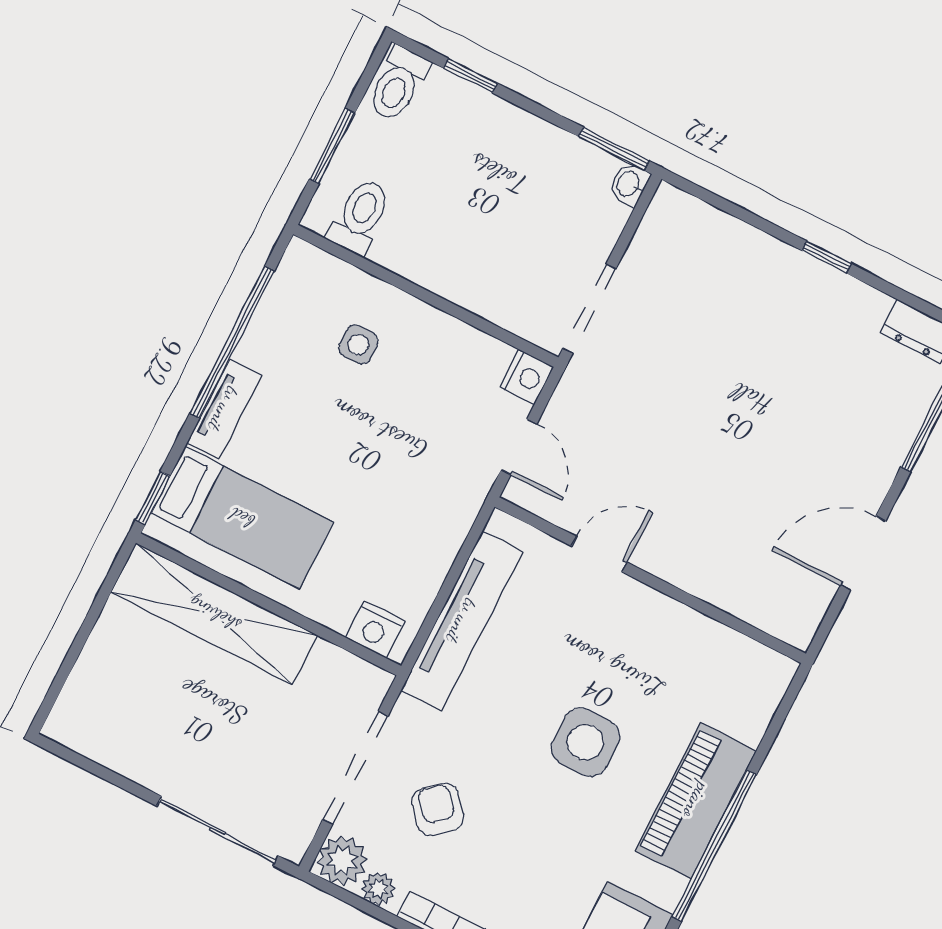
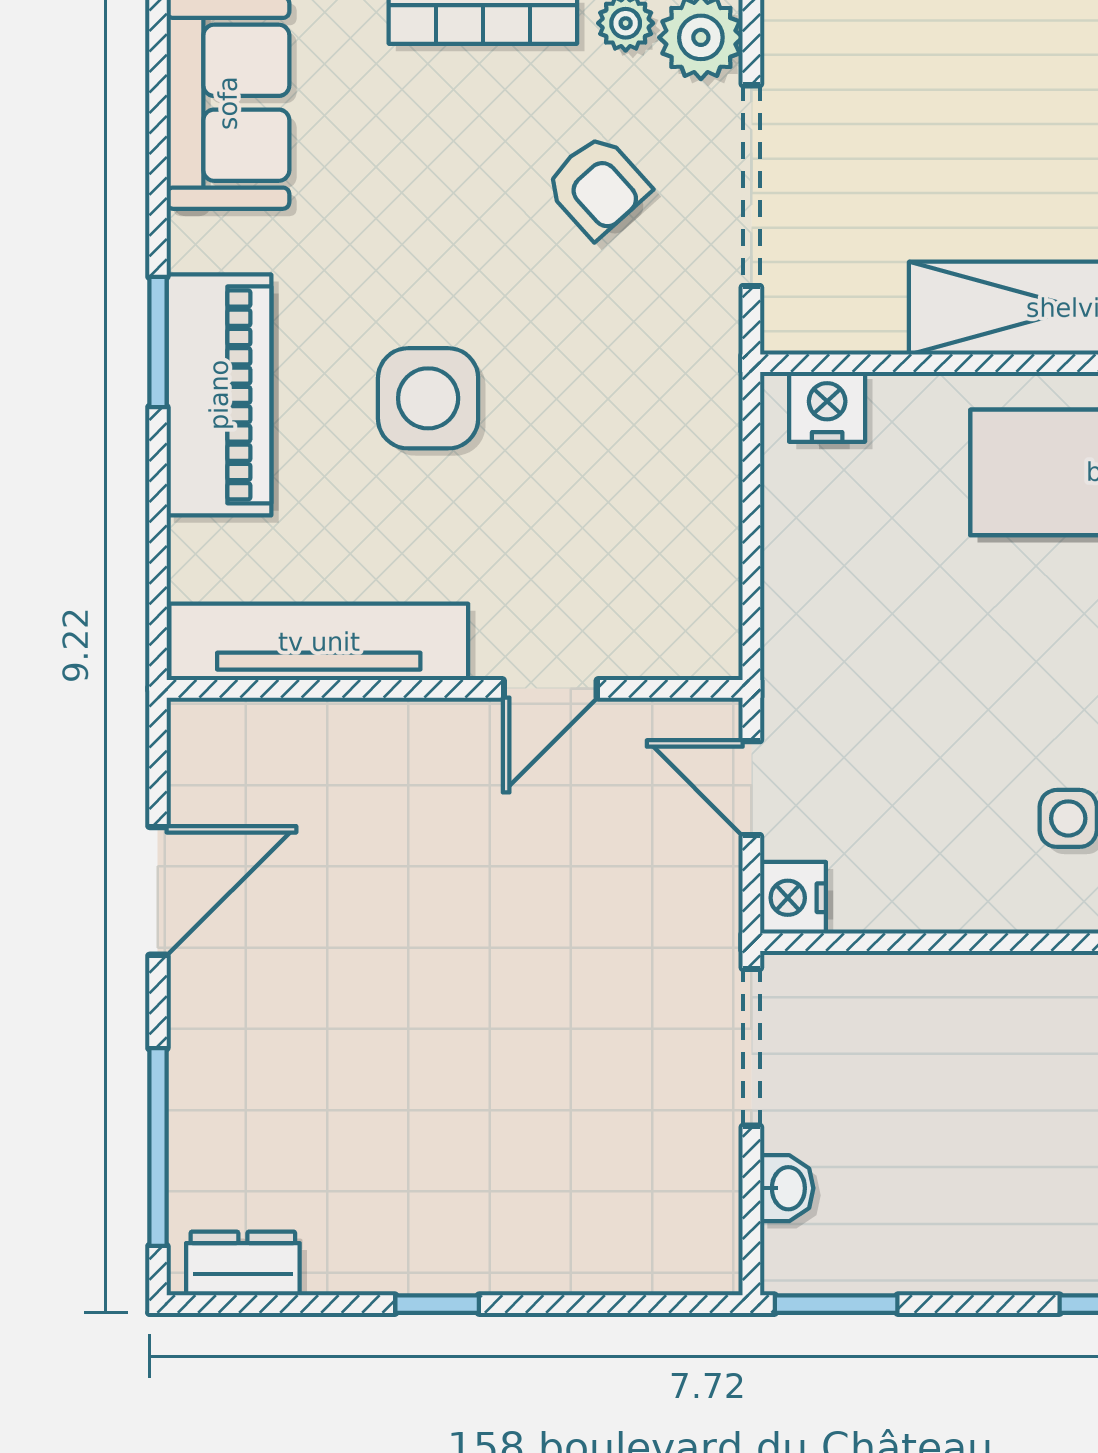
washbasin: (629, 184) -> (787, 1188), moved
tv unit: (462, 621) -> (319, 642), moved, turned 90
window: (714, 846) -> (158, 342), width x0.47

